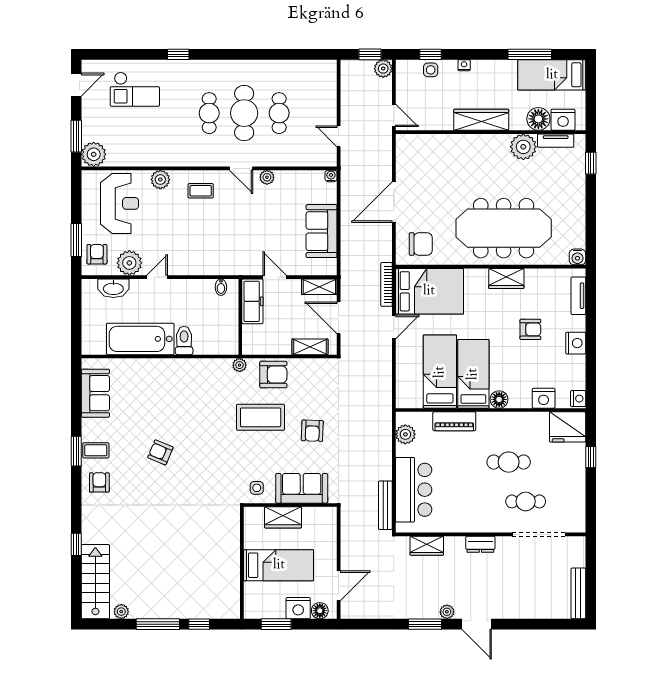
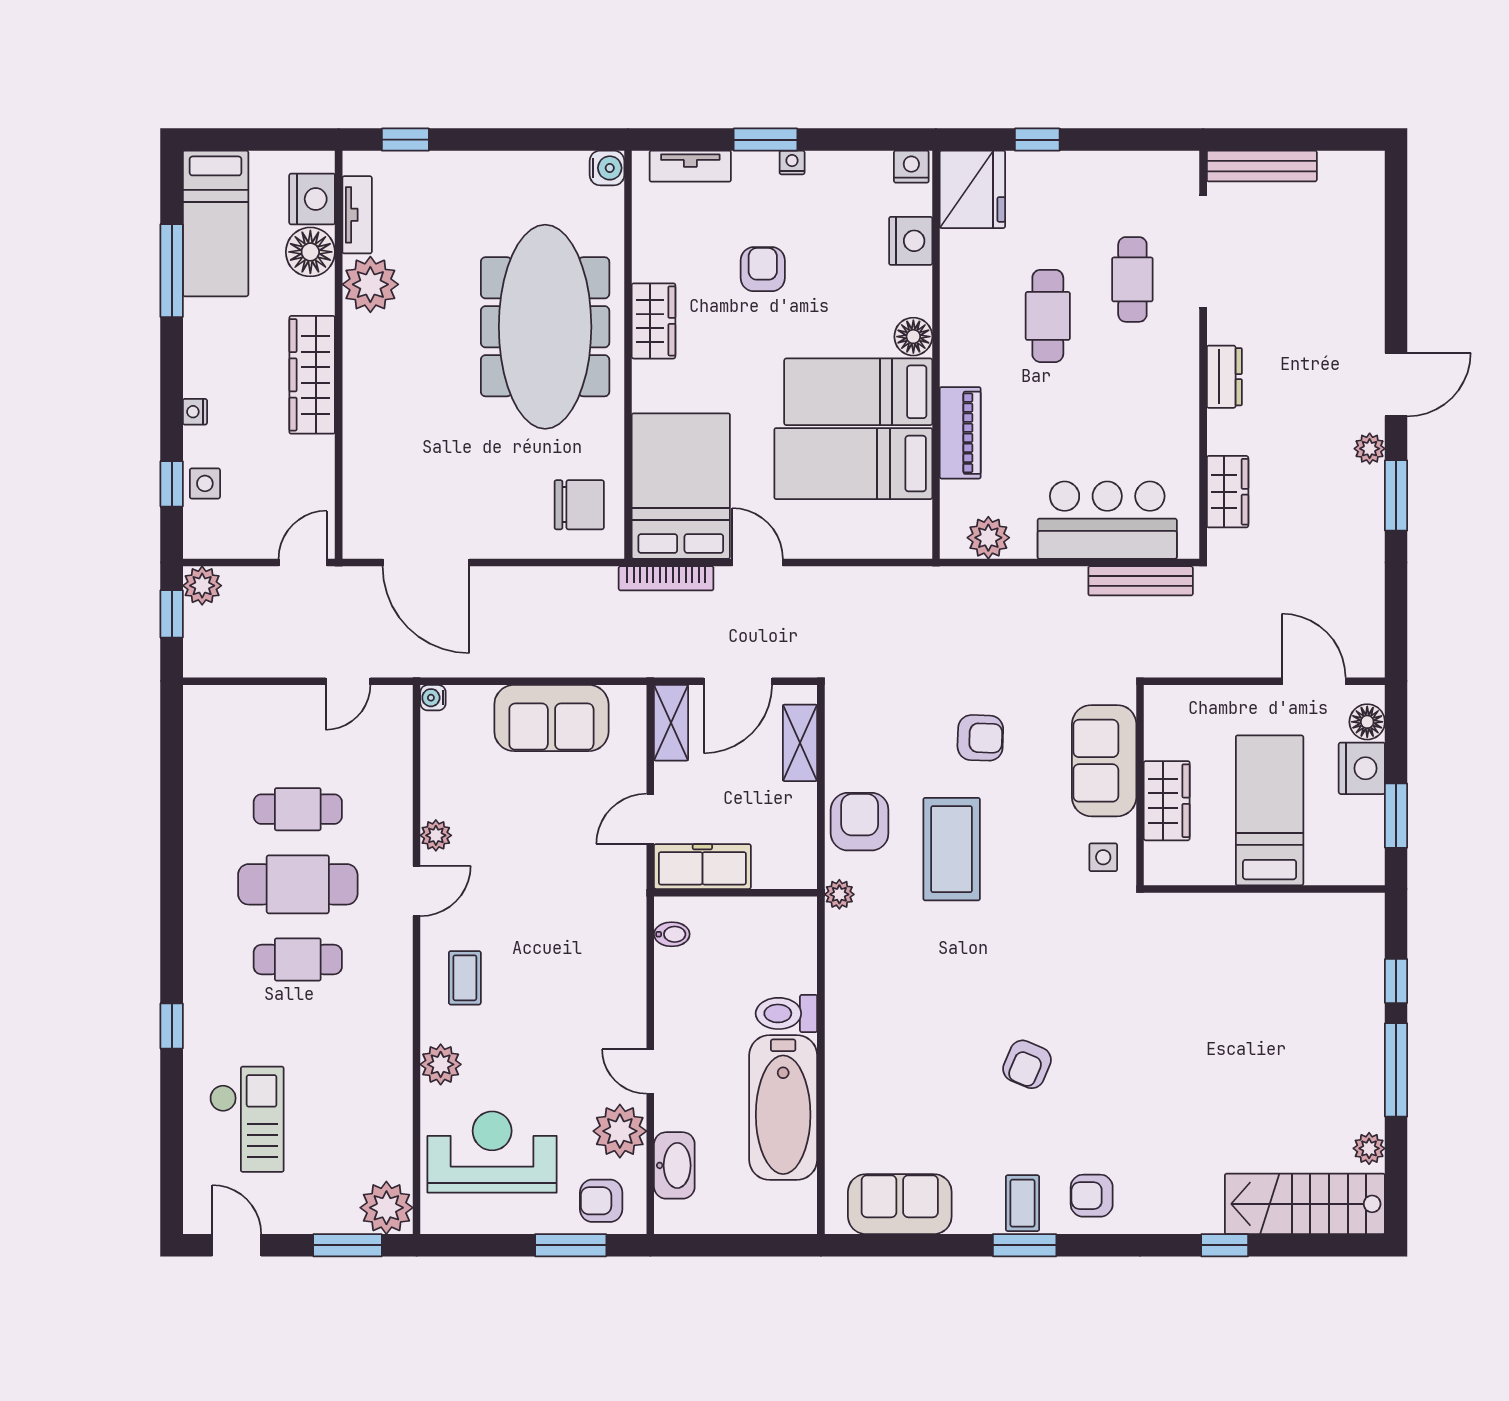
door: (394, 202) -> (426, 563), moved
chair: (421, 244) -> (579, 505), turned 90
window: (591, 331) -> (765, 140), added
nightstand: (576, 343) -> (792, 162), width x0.53, depth x0.56
bench: (578, 593) -> (1262, 166), moved

